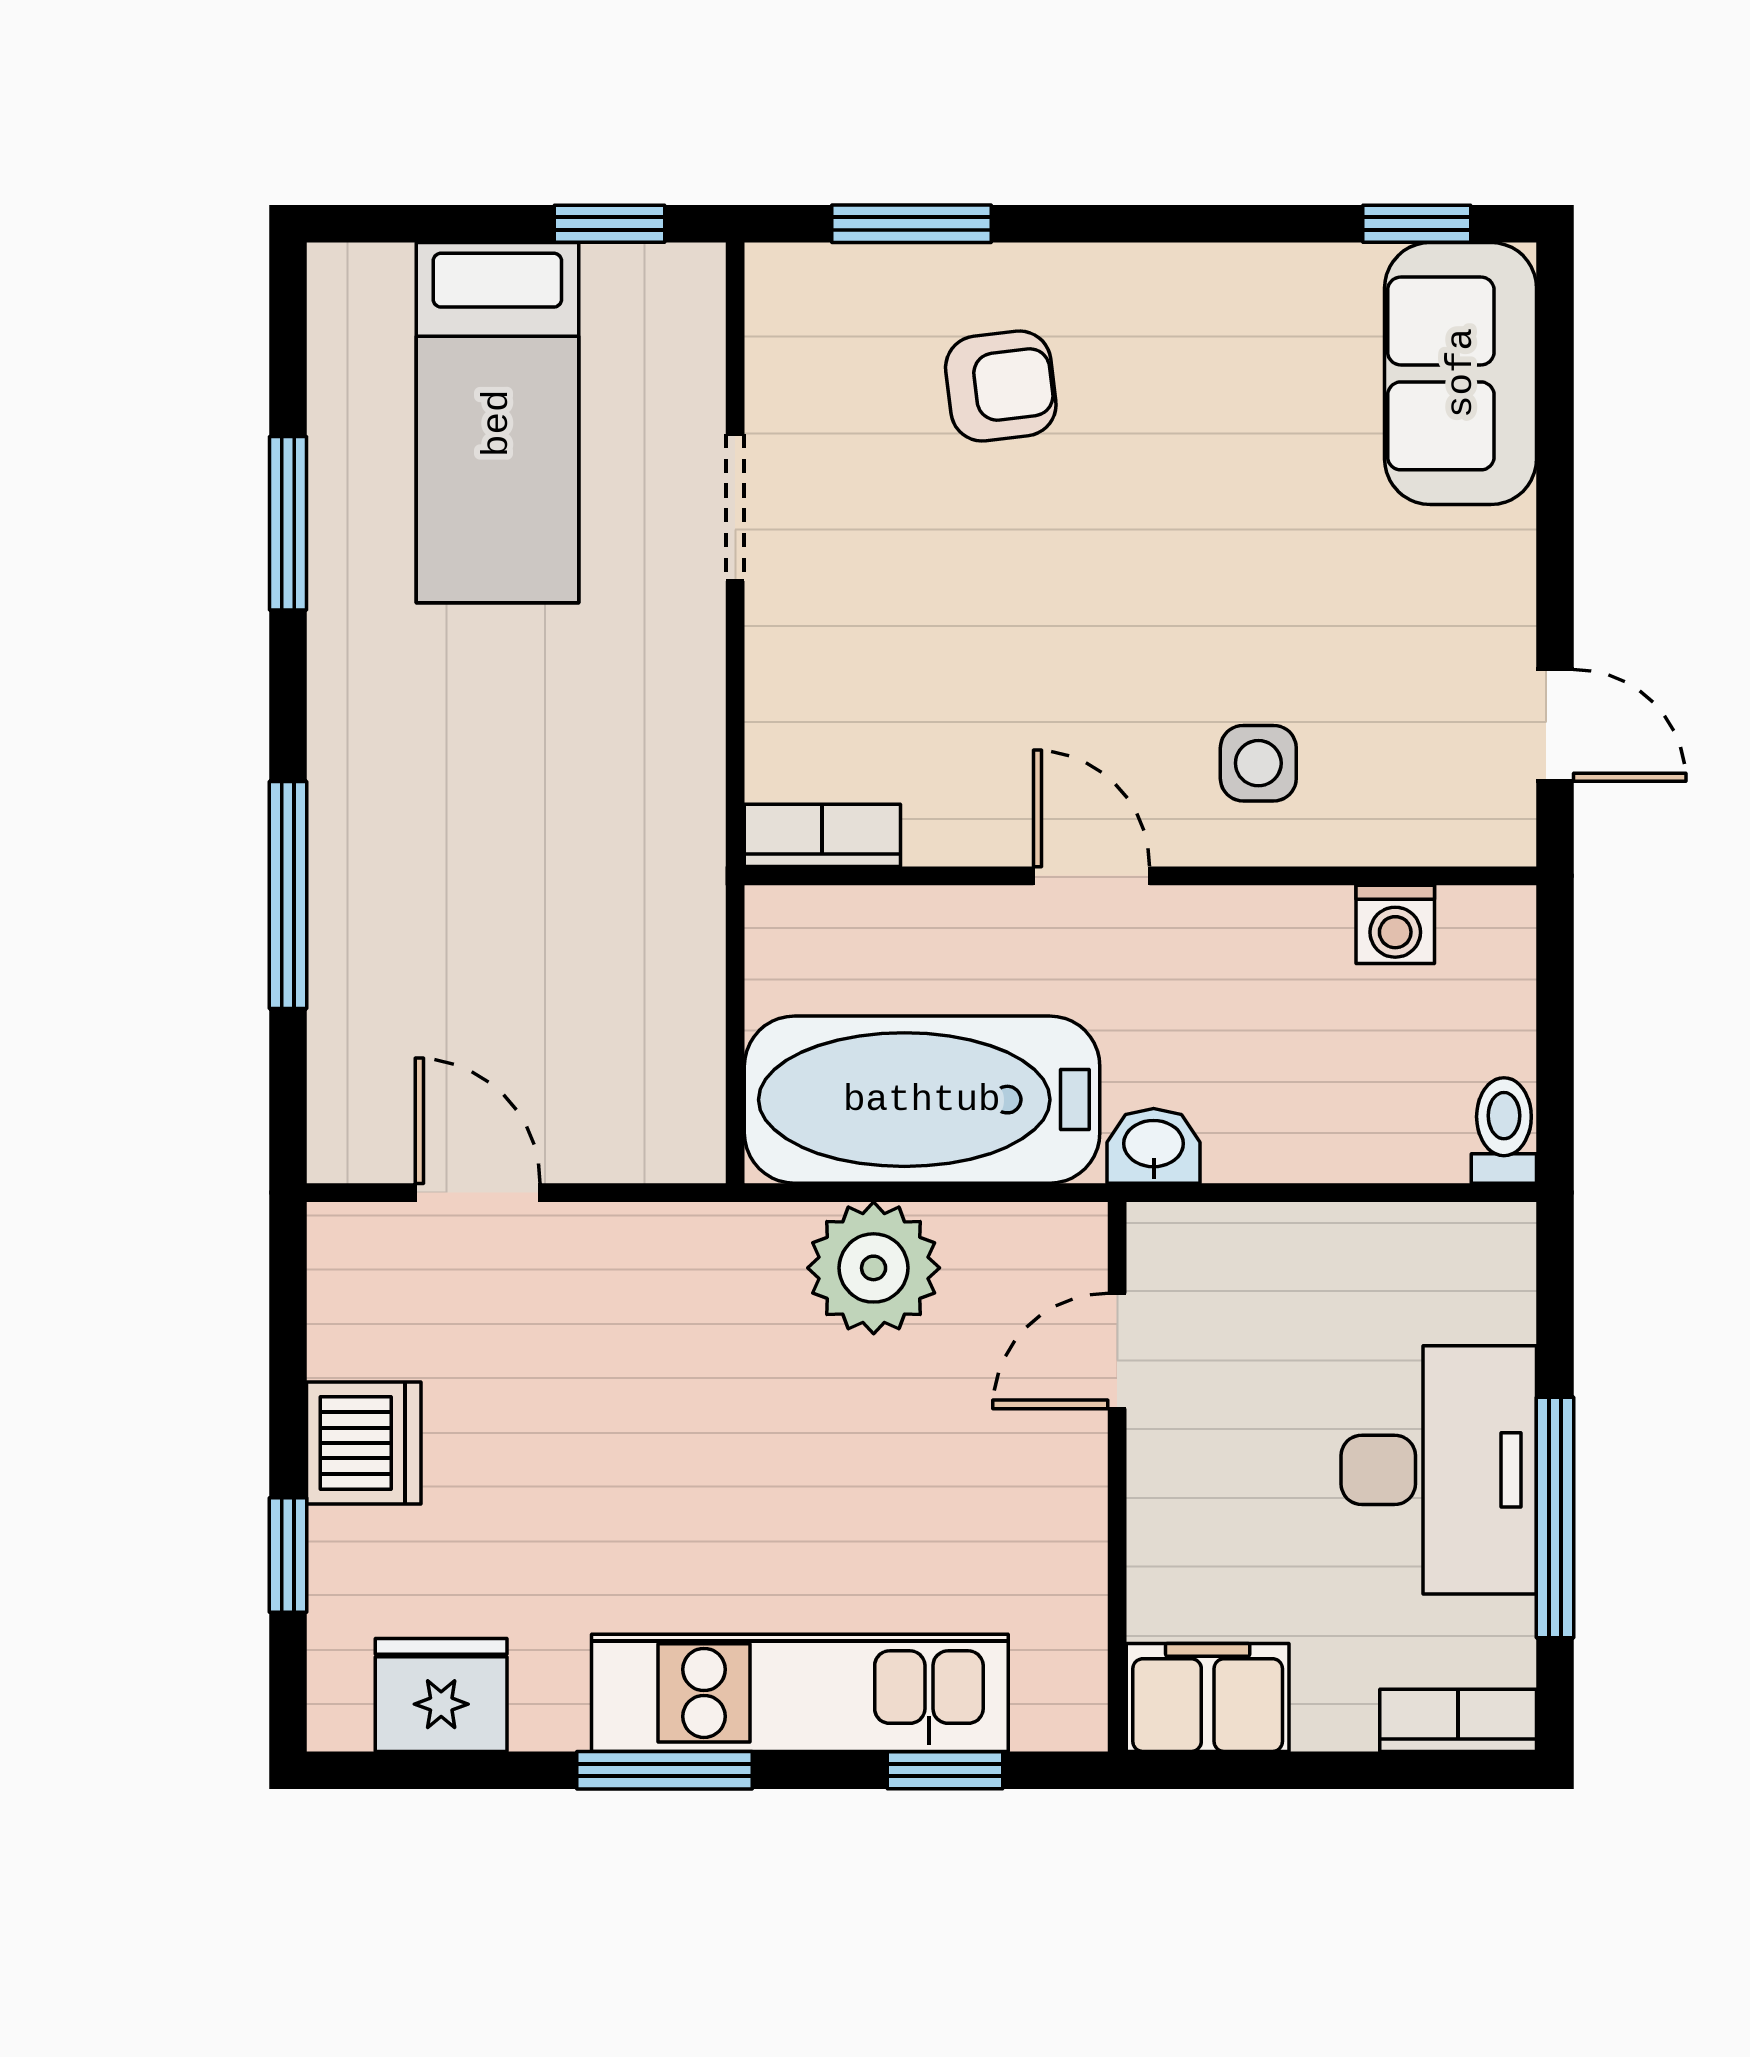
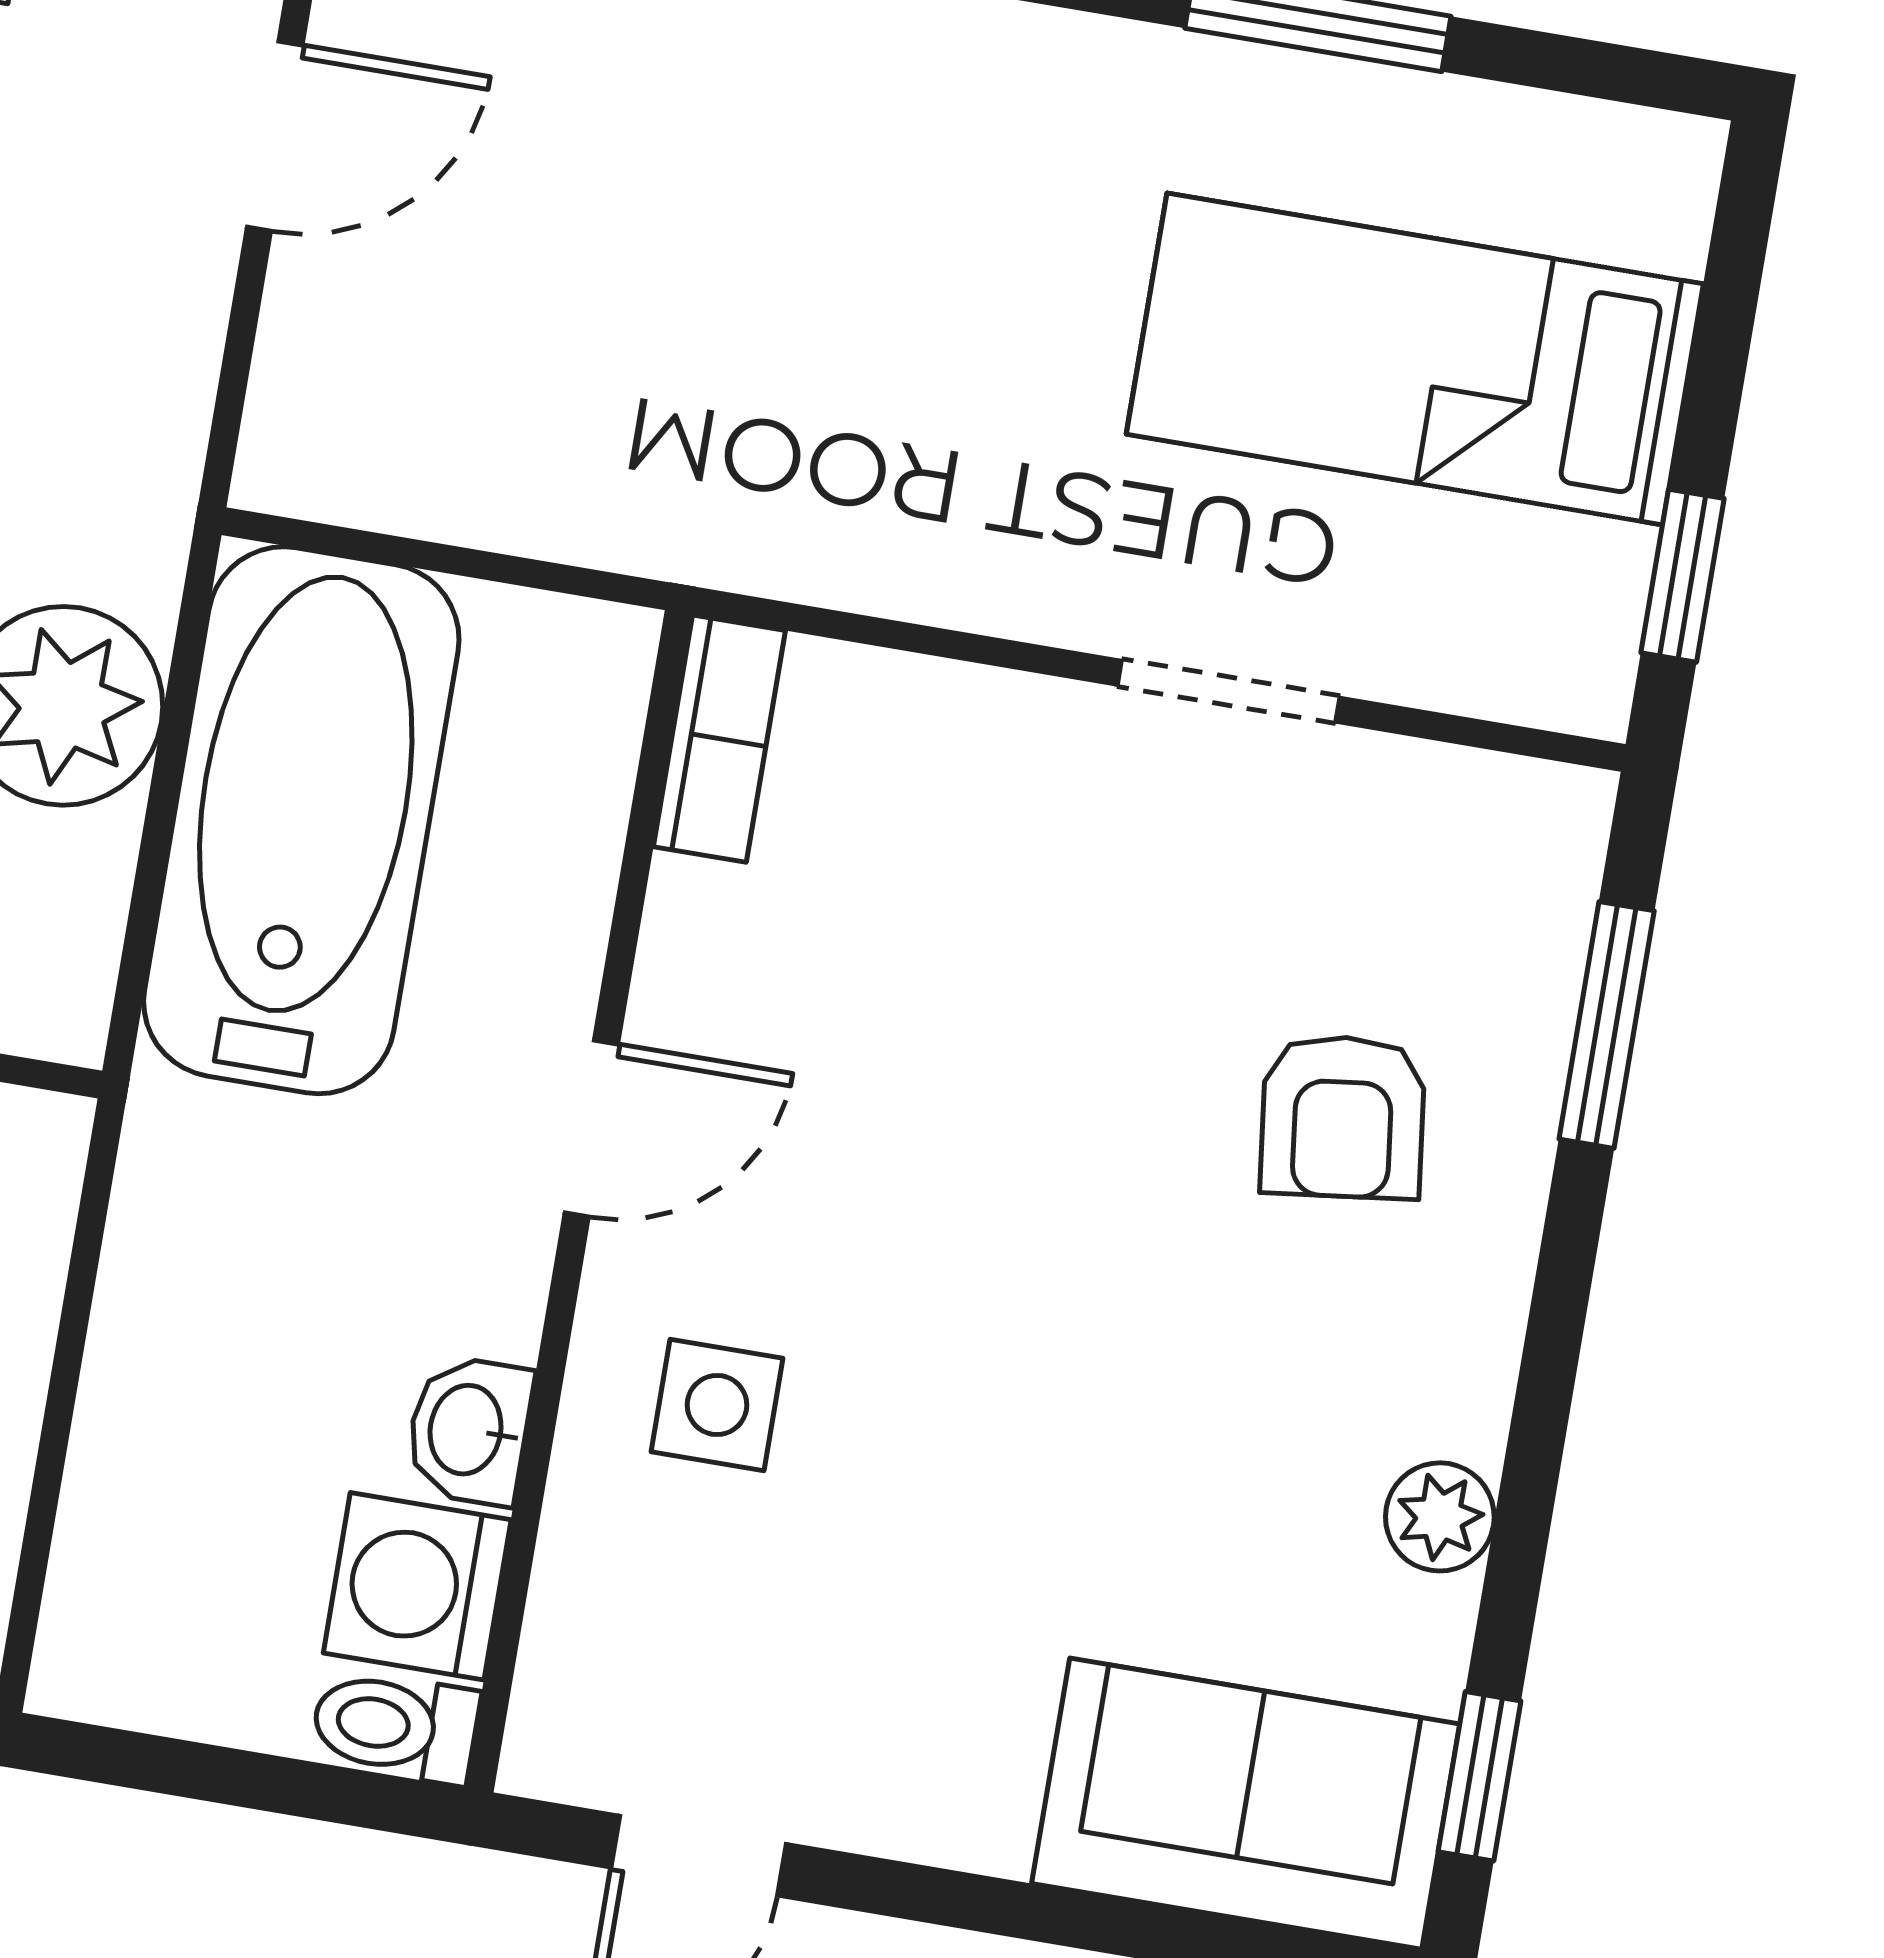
plant: (1252, 278) -> (1440, 1517), added
washing machine: (1395, 924) -> (417, 1586), width x1.38, depth x1.38
toilet: (1504, 1130) -> (395, 1726), moved, turned 180
washbasin: (1154, 1146) -> (469, 1430), moved, turned 180

